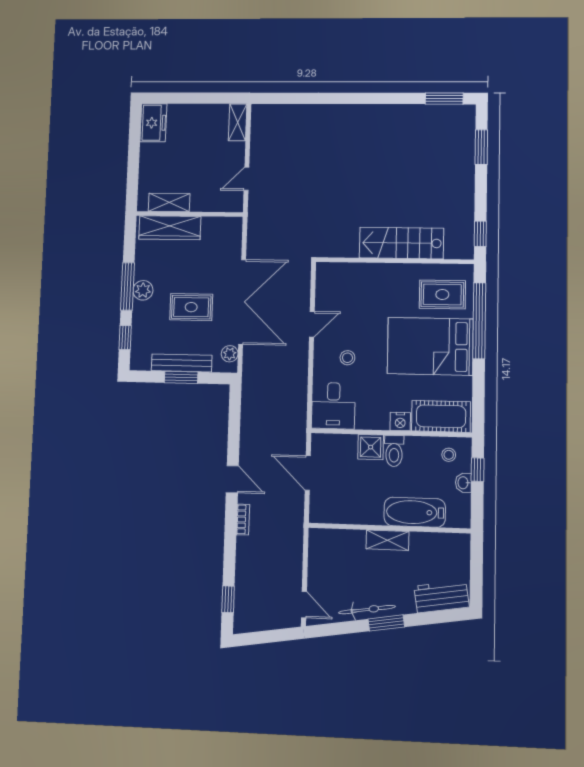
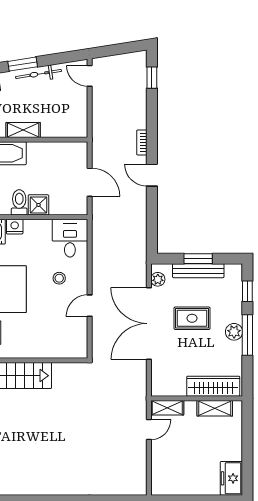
shelving: (238, 122) -> (167, 408), moved, turned 90

